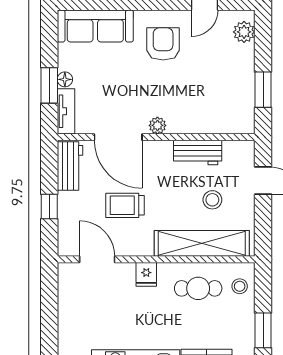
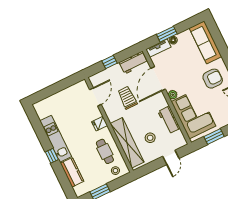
corner sofa: (207, 106) -> (193, 114), added

